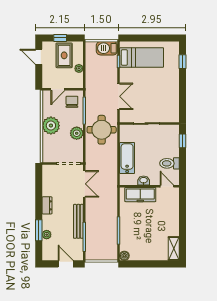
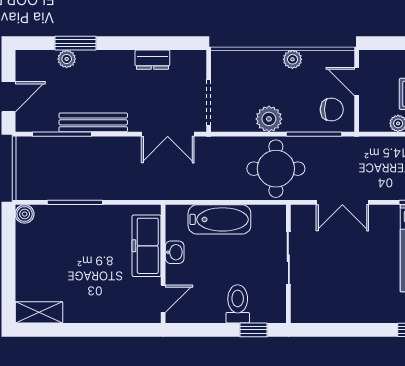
plant: (51, 126) -> (292, 59), width x0.53, depth x0.53
toilet: (169, 163) -> (238, 304), moved
dresser: (47, 205) -> (152, 60), moved

